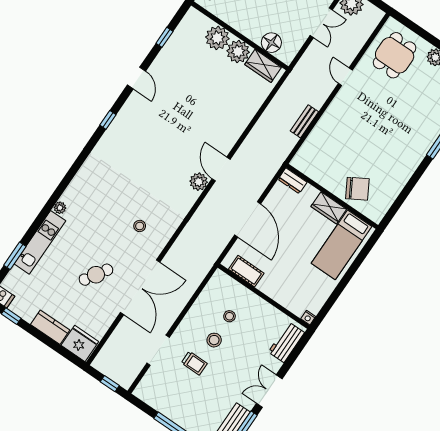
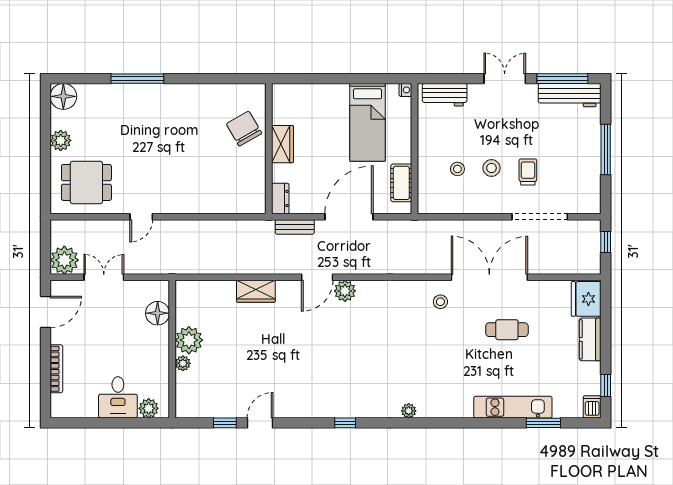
plant: (217, 38) -> (183, 363), width x0.53, depth x0.53
wardrobe: (263, 66) -> (256, 291), moved, turned 90
door: (137, 78) -> (260, 423), moved
bench: (304, 121) -> (295, 227), moved
plant: (60, 208) -> (409, 411), moved
stool: (140, 226) -> (440, 302), moved
bed: (341, 245) -> (367, 122), moved, turned 90
cafe table: (96, 275) -> (507, 330), turned -32
doorway: (158, 350) -> (540, 217), width x1.36
double door: (269, 391) -> (505, 79), swing flipped

